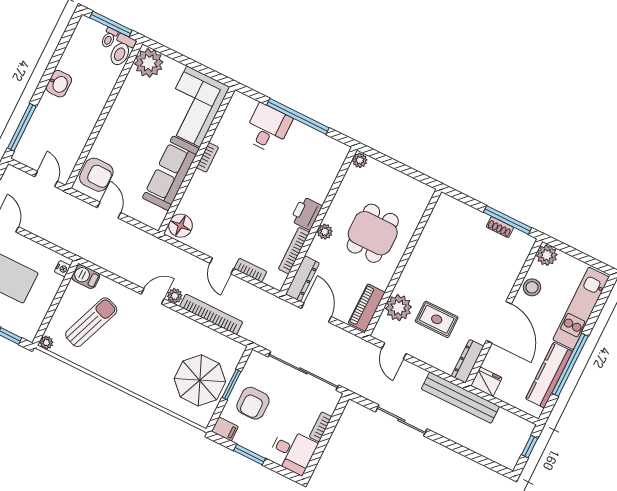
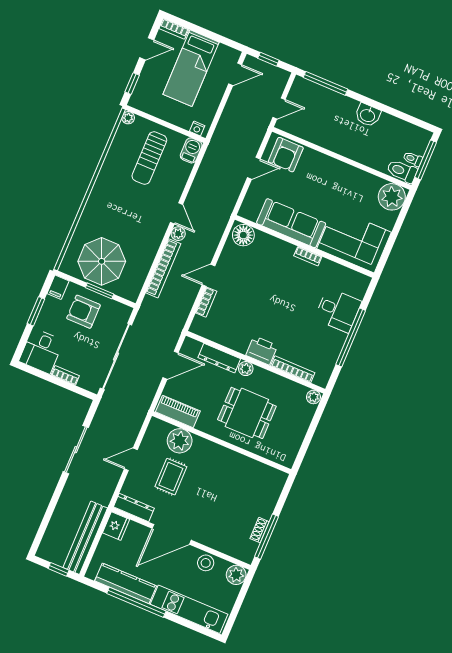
bookcase: (294, 251) -> (293, 369), moved
dresser: (302, 279) -> (219, 358), moved
sun lounger: (91, 322) -> (149, 158), turned 69
door: (394, 351) -> (131, 459), moved
bench: (460, 398) -> (85, 538), moved

